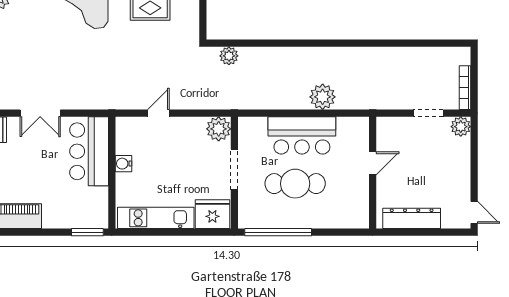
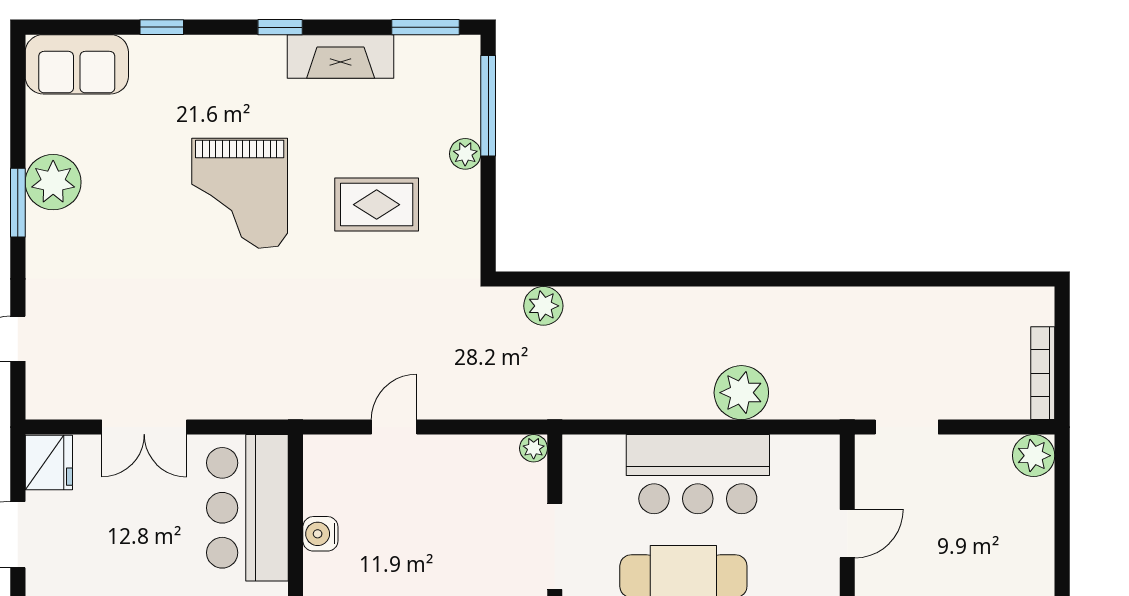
doorway: (428, 113) -> (907, 427), moved
plant: (219, 129) -> (534, 448), width x0.53, depth x0.53

